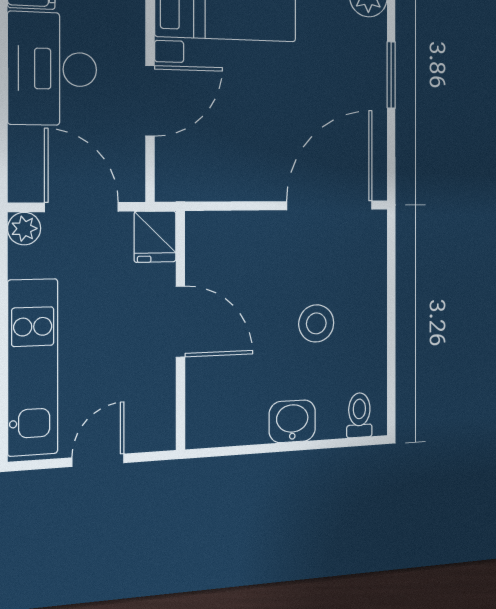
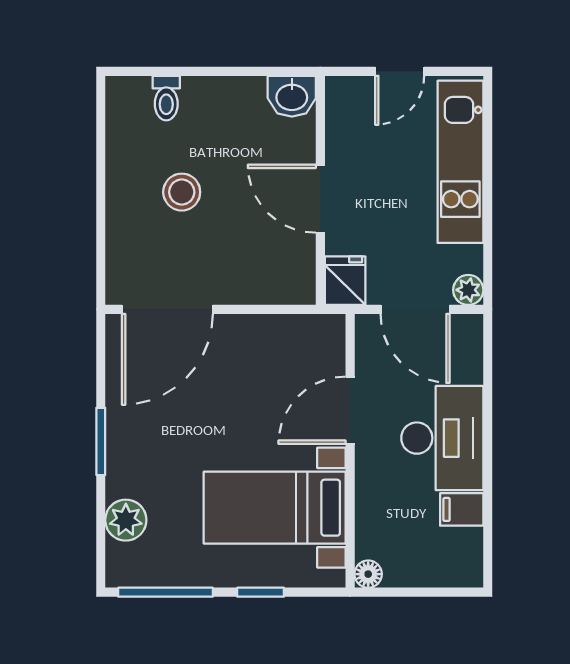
toilet: (359, 415) -> (166, 98), moved
washbasin: (292, 421) -> (292, 96), moved

